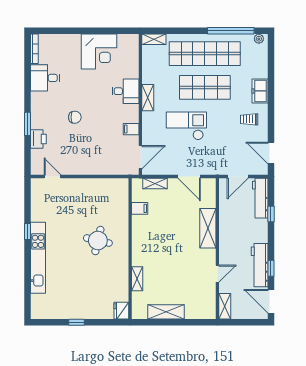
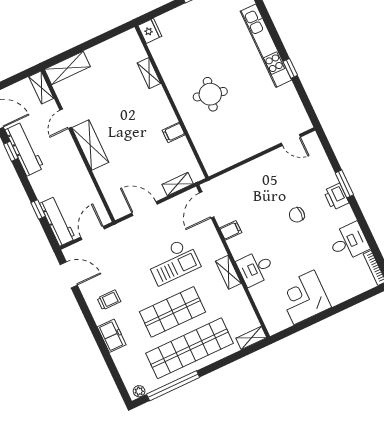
printer: (38, 139) -> (336, 197), moved
filing cabinet: (140, 208) -> (174, 132), moved
shelving: (208, 228) -> (90, 145), moved
shelving: (166, 312) -> (67, 68), moved

